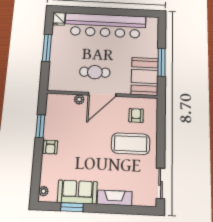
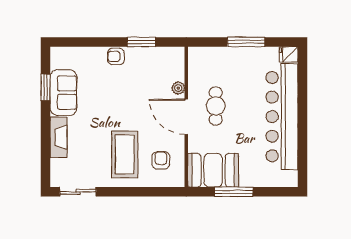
armchair: (136, 115) -> (161, 160), turned -90
plant: (44, 191) -> (63, 52), removed

